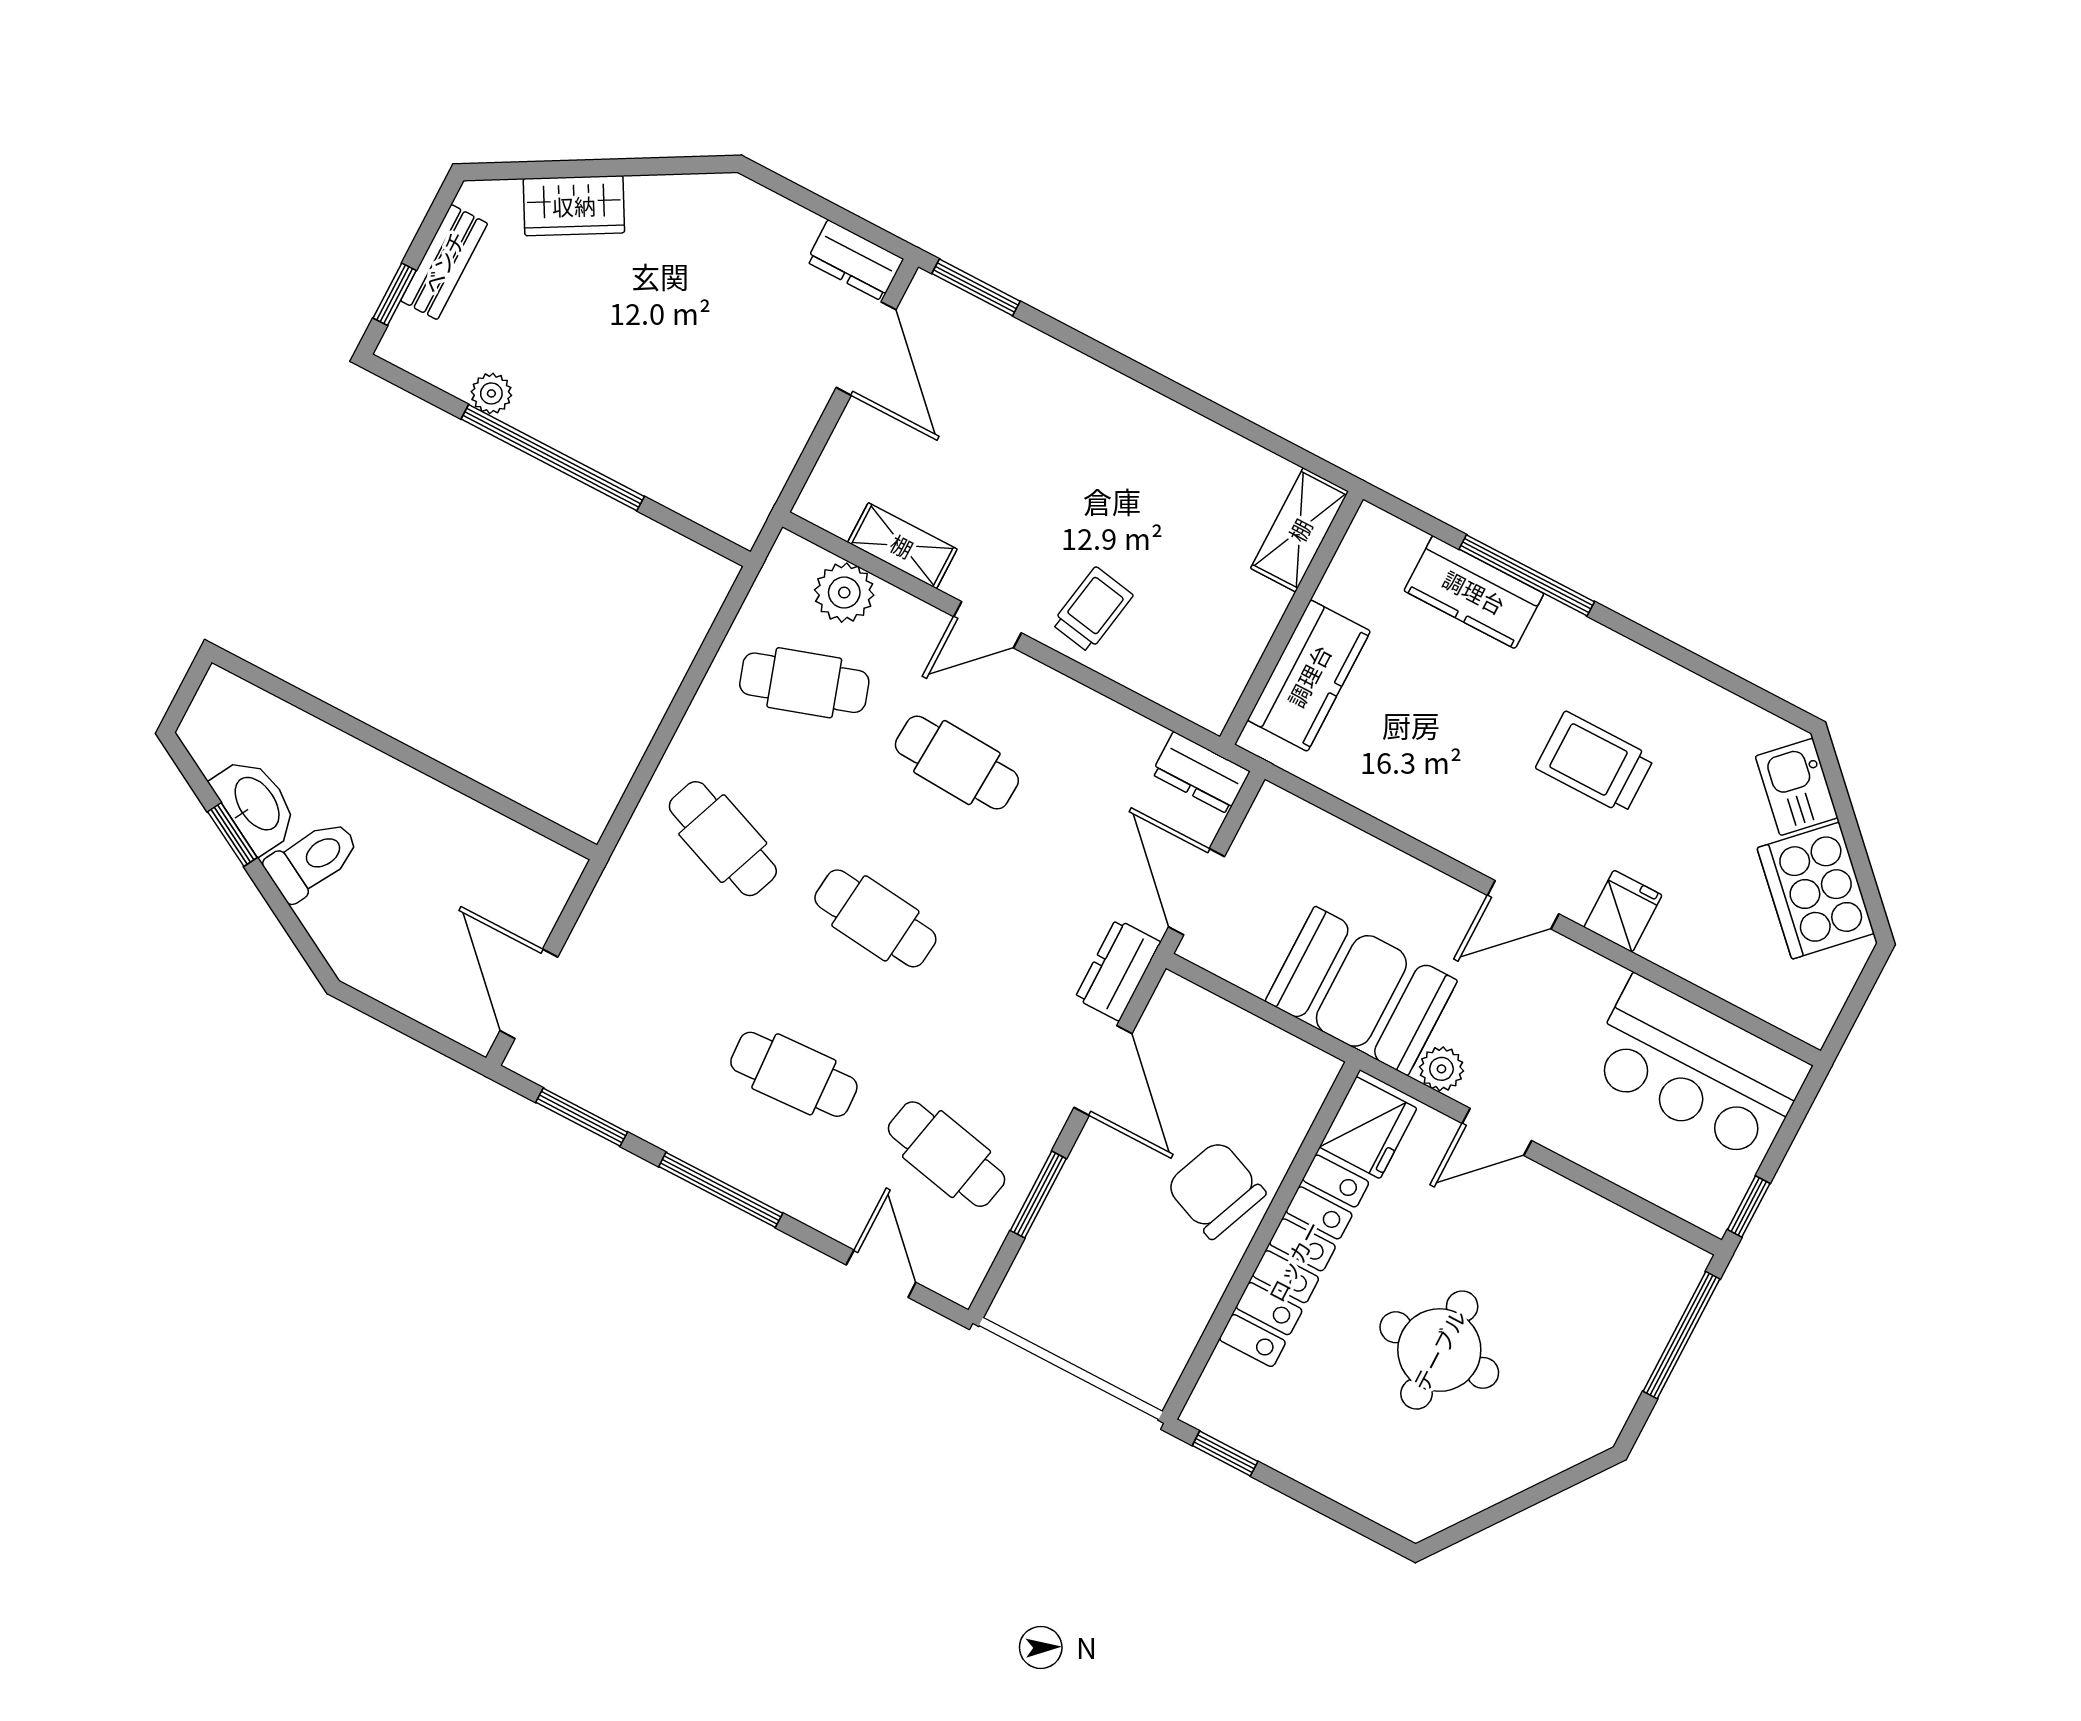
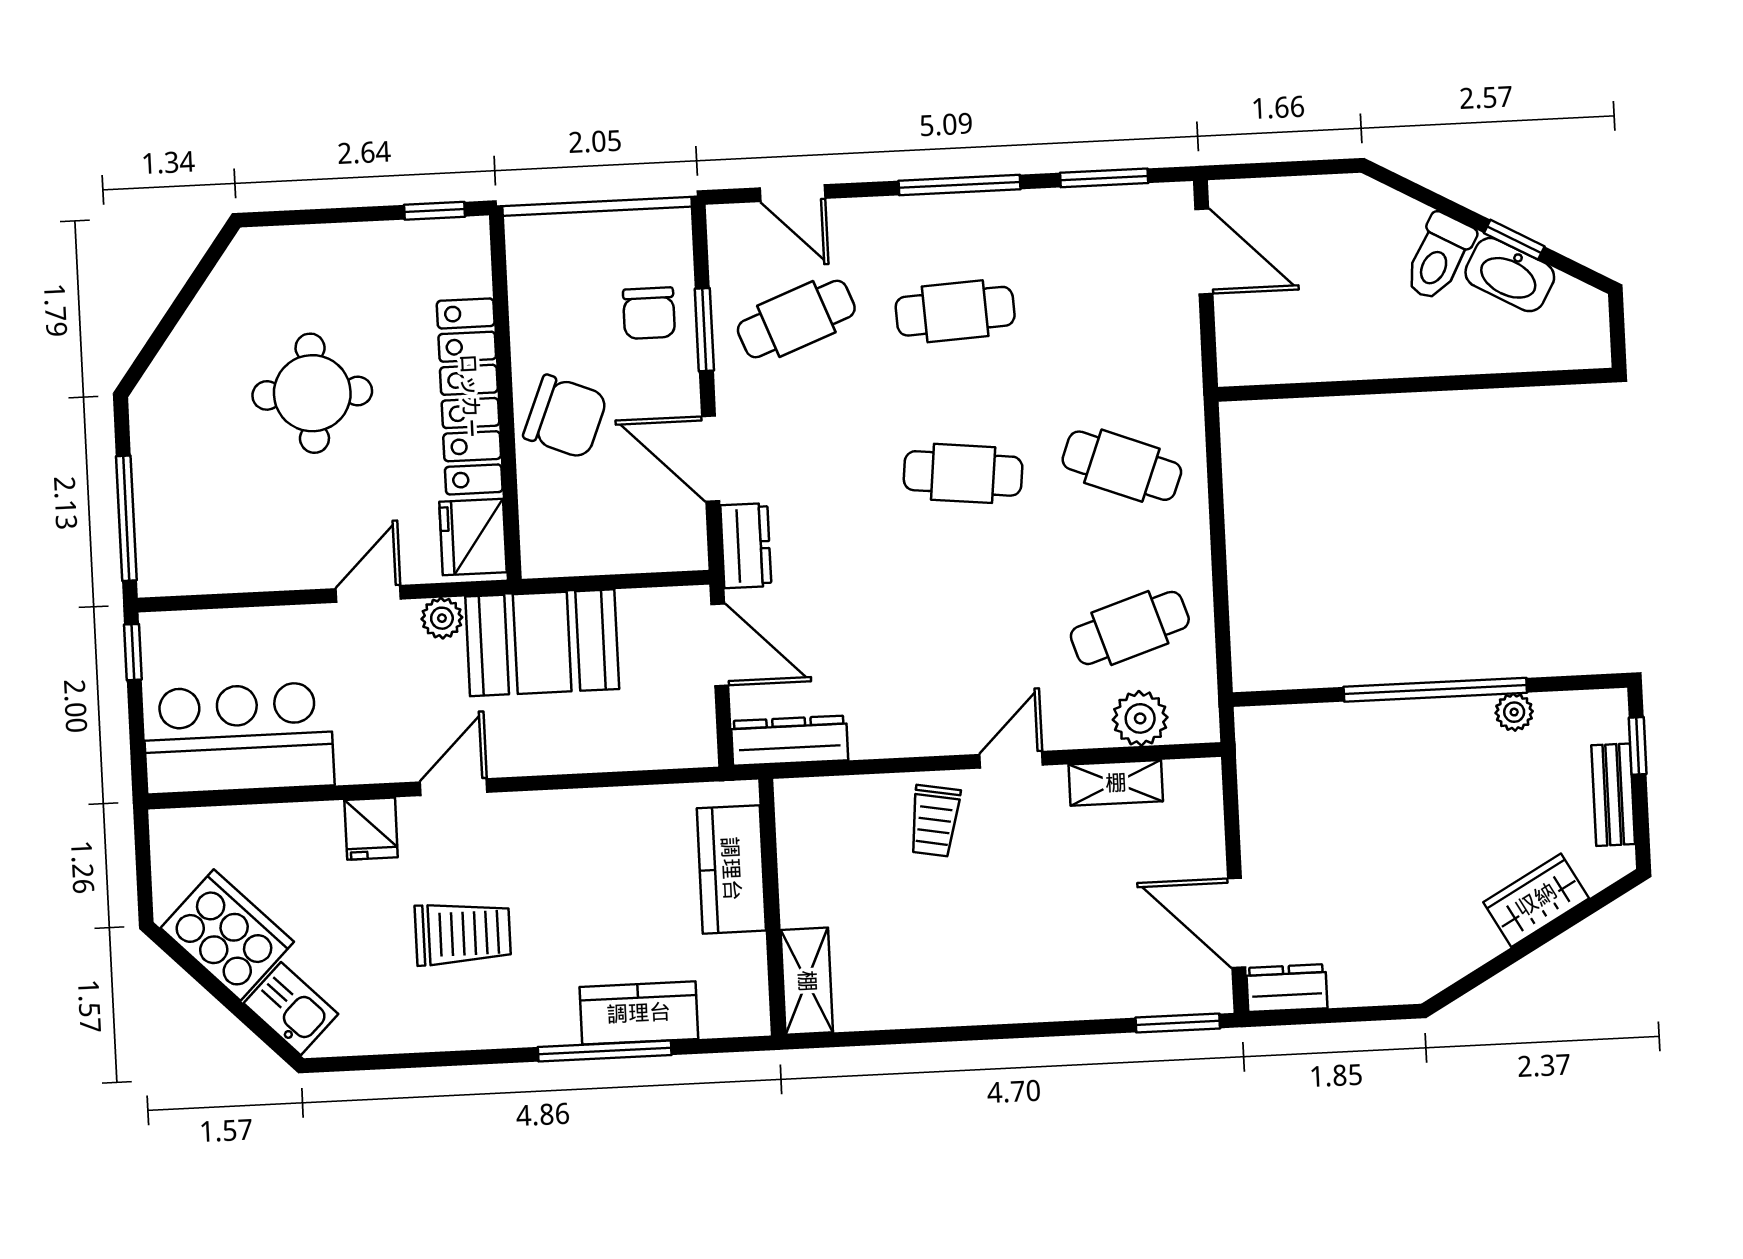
cafe table: (957, 763) -> (971, 636), removed
dresser: (1201, 773) -> (790, 741), width x1.44
cafe table: (947, 1154) -> (796, 319), turned -33
chair: (1081, 1240) -> (649, 313), added

